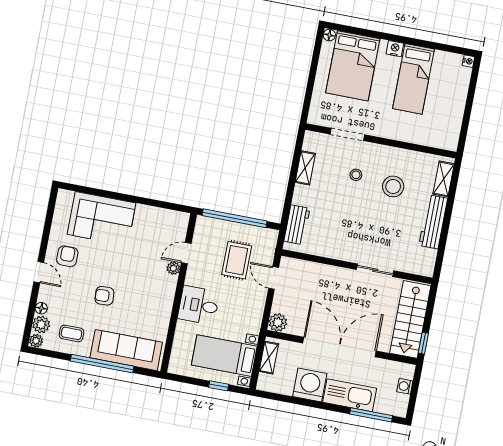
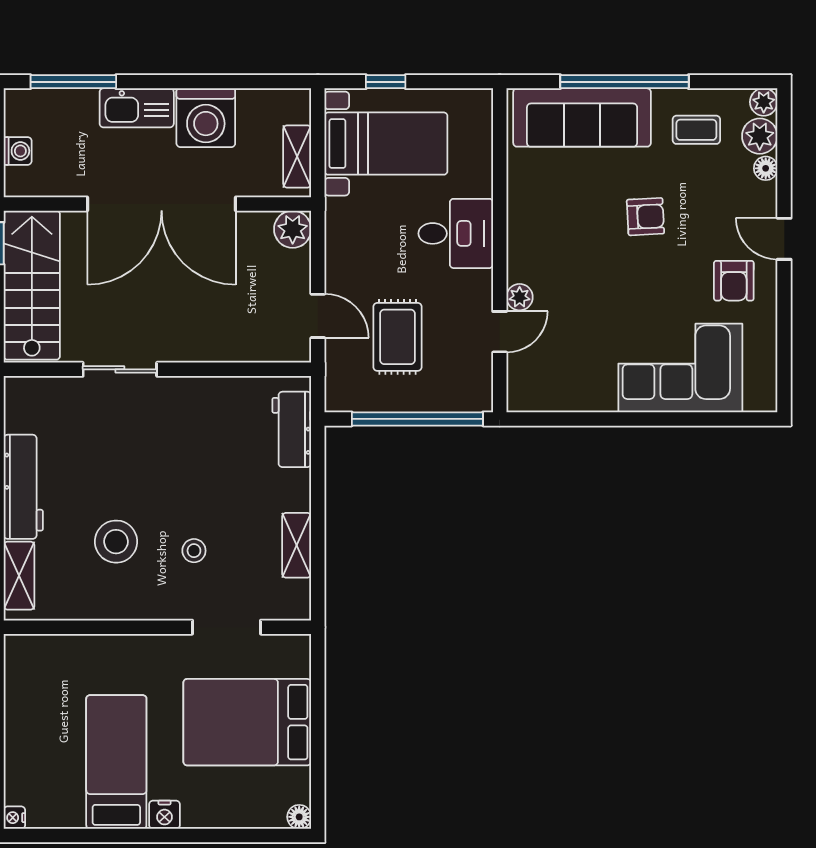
bed: (353, 66) -> (247, 722), moved, turned -90
kitchen sink: (350, 395) -> (137, 108), width x0.73, depth x0.81

